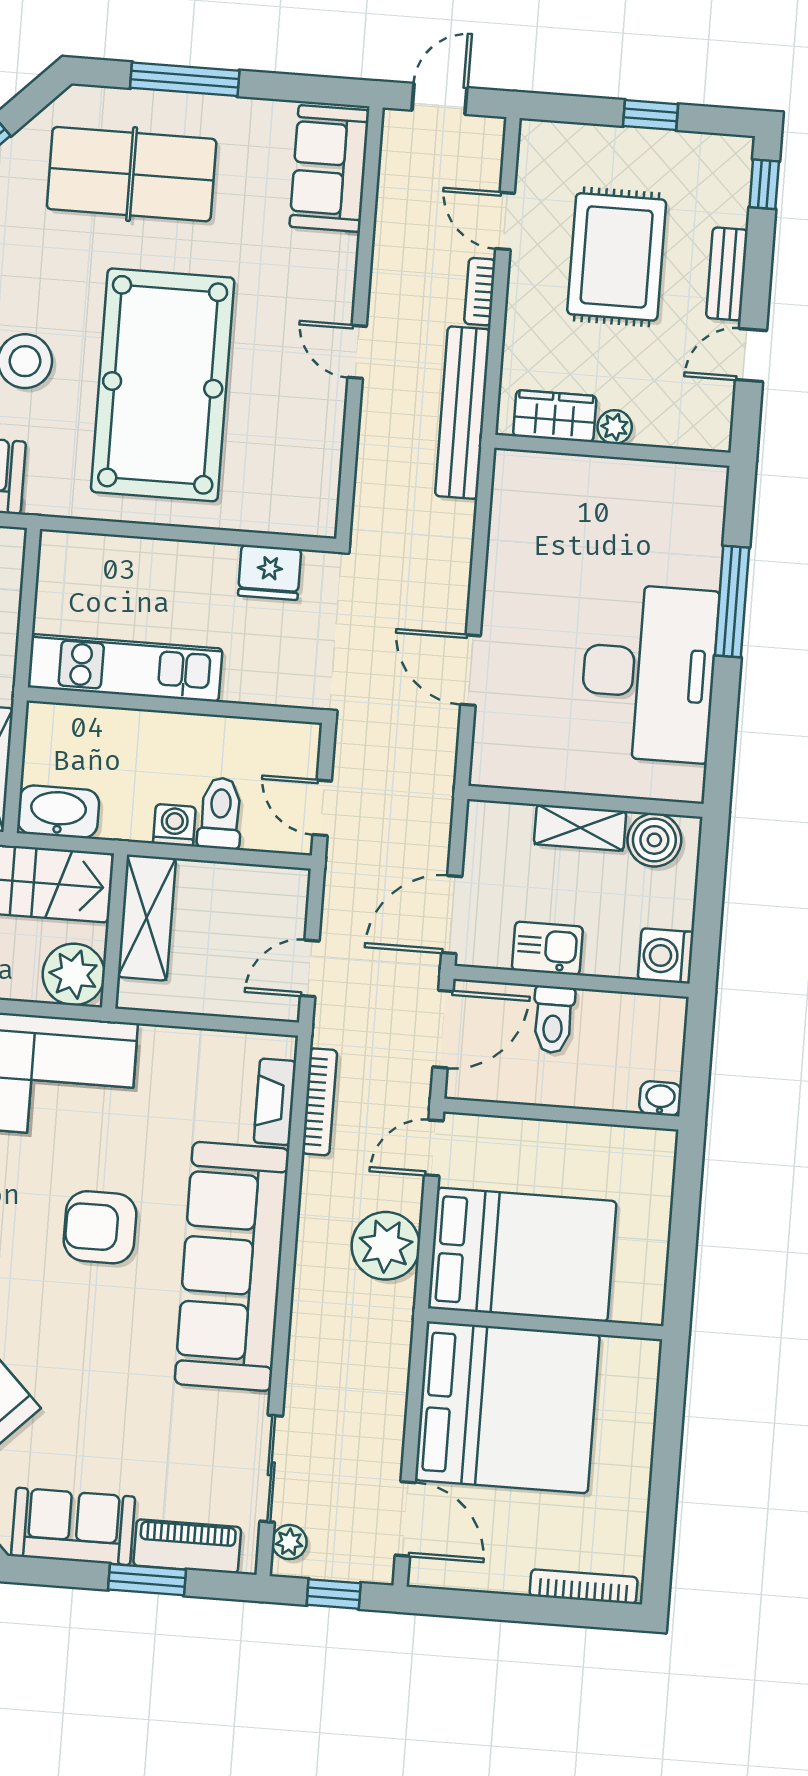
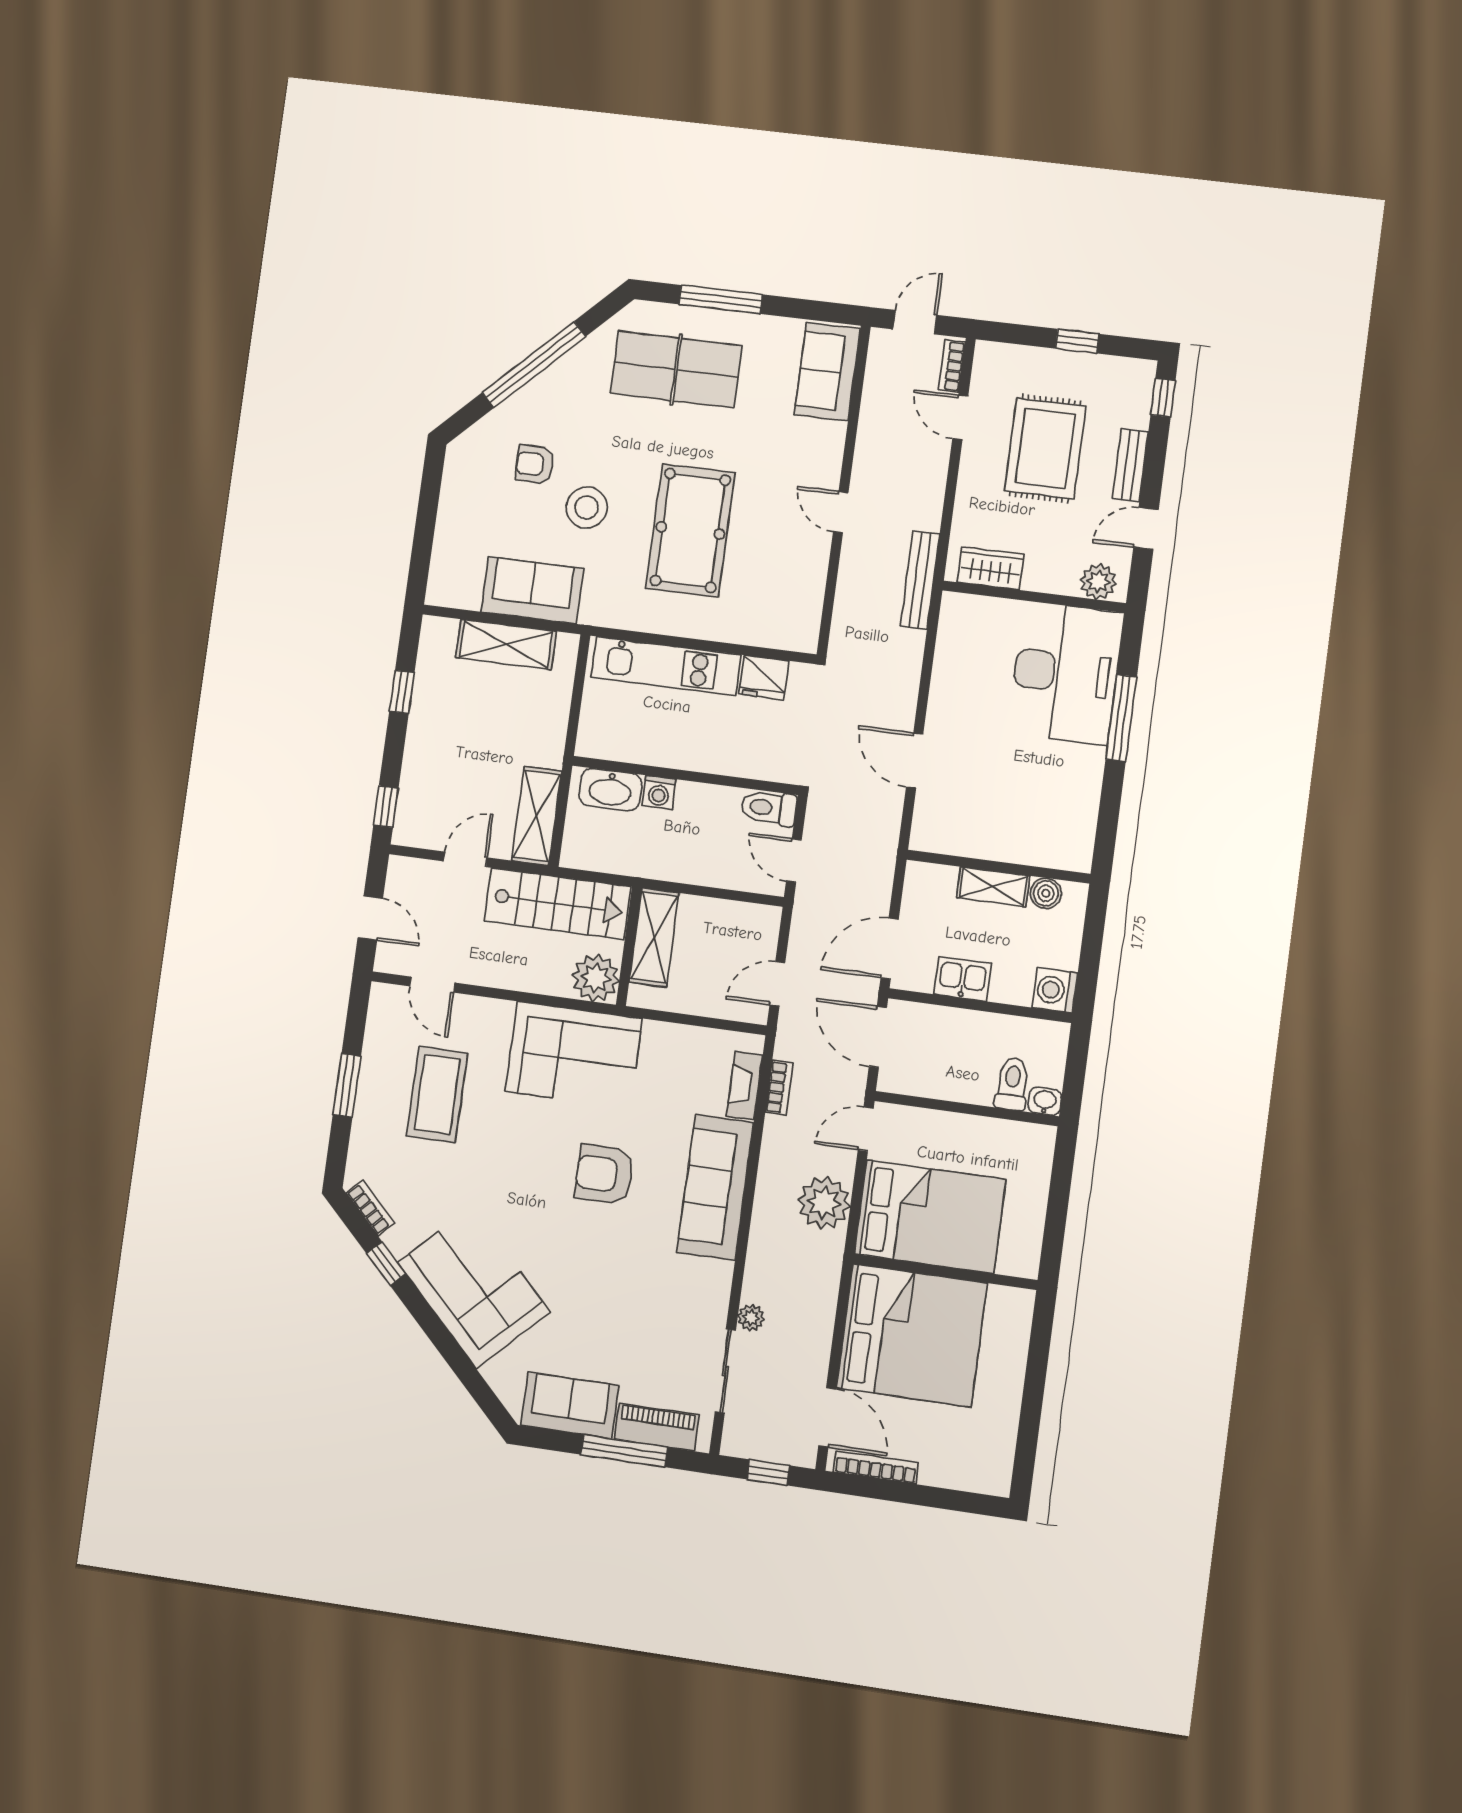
bookcase: (480, 292) -> (952, 366), moved
pool table: (163, 385) -> (690, 530), width x0.73, depth x0.76
bench: (463, 413) -> (920, 580), width x0.73, depth x0.82
plant: (615, 427) -> (1098, 582), moved, width x1.38, depth x1.38
kitchen unit: (125, 668) -> (666, 666), moved, turned 180
desk: (649, 673) -> (1066, 673), moved
washbasin: (58, 812) -> (610, 790), moved, turned 180
toilet: (220, 813) -> (769, 808), moved, turned -90
washing machine: (174, 825) -> (659, 792), moved, turned 180
boiler: (654, 840) -> (1046, 893), width x0.73, depth x0.73
toilet: (553, 1020) -> (1012, 1084), moved, turned 180
door: (443, 1029) -> (878, 1037), swing flipped
bookcase: (320, 1102) -> (779, 1088), width x0.64
sofa: (232, 1266) -> (715, 1188), width x0.74, depth x0.79
plant: (289, 1542) -> (751, 1318), moved
window: (147, 1580) -> (624, 1451), width x1.44
bookcase: (584, 1587) -> (876, 1467), moved

